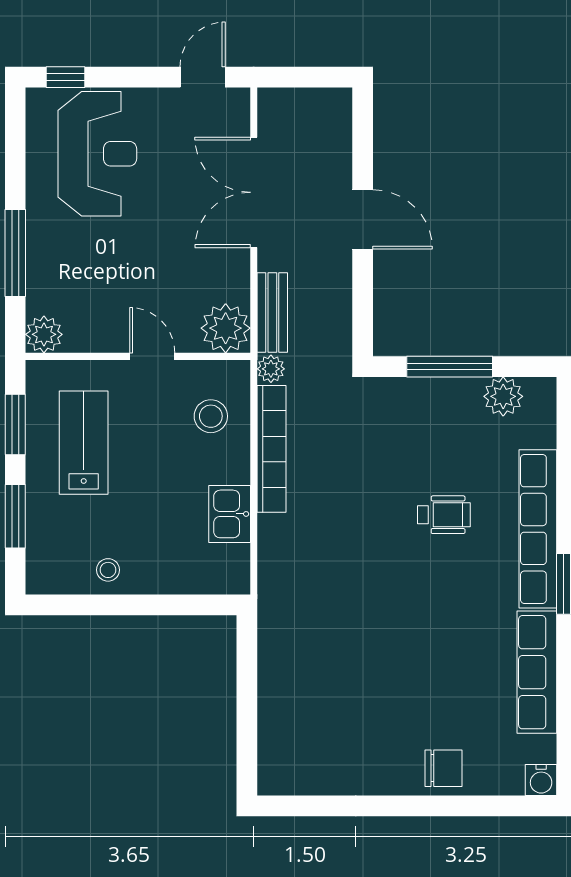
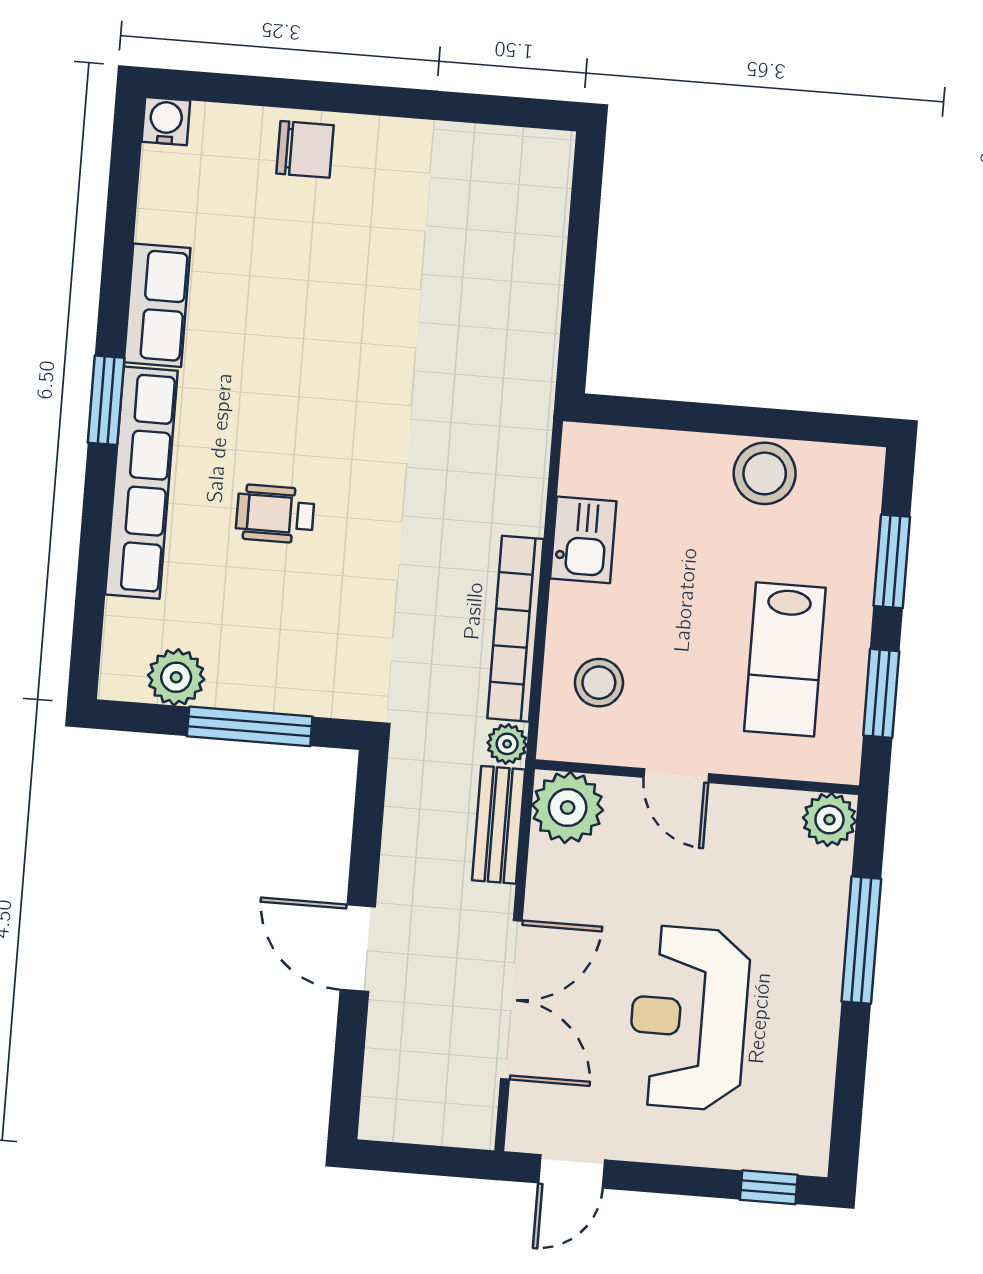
reception desk: (97, 154) -> (688, 1018), moved
stool: (108, 570) -> (765, 473), width x1.89, depth x1.89
row of seats: (537, 672) -> (157, 305), width x0.68
chair: (443, 768) -> (305, 149), turned 180

